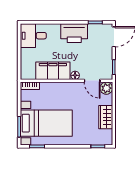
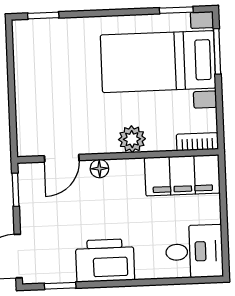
filing cabinet: (53, 71) -> (182, 175), moved
door: (92, 81) -> (62, 158), swing flipped
plant: (106, 88) -> (132, 139), moved
wardrobe: (106, 117) -> (29, 80), removed

